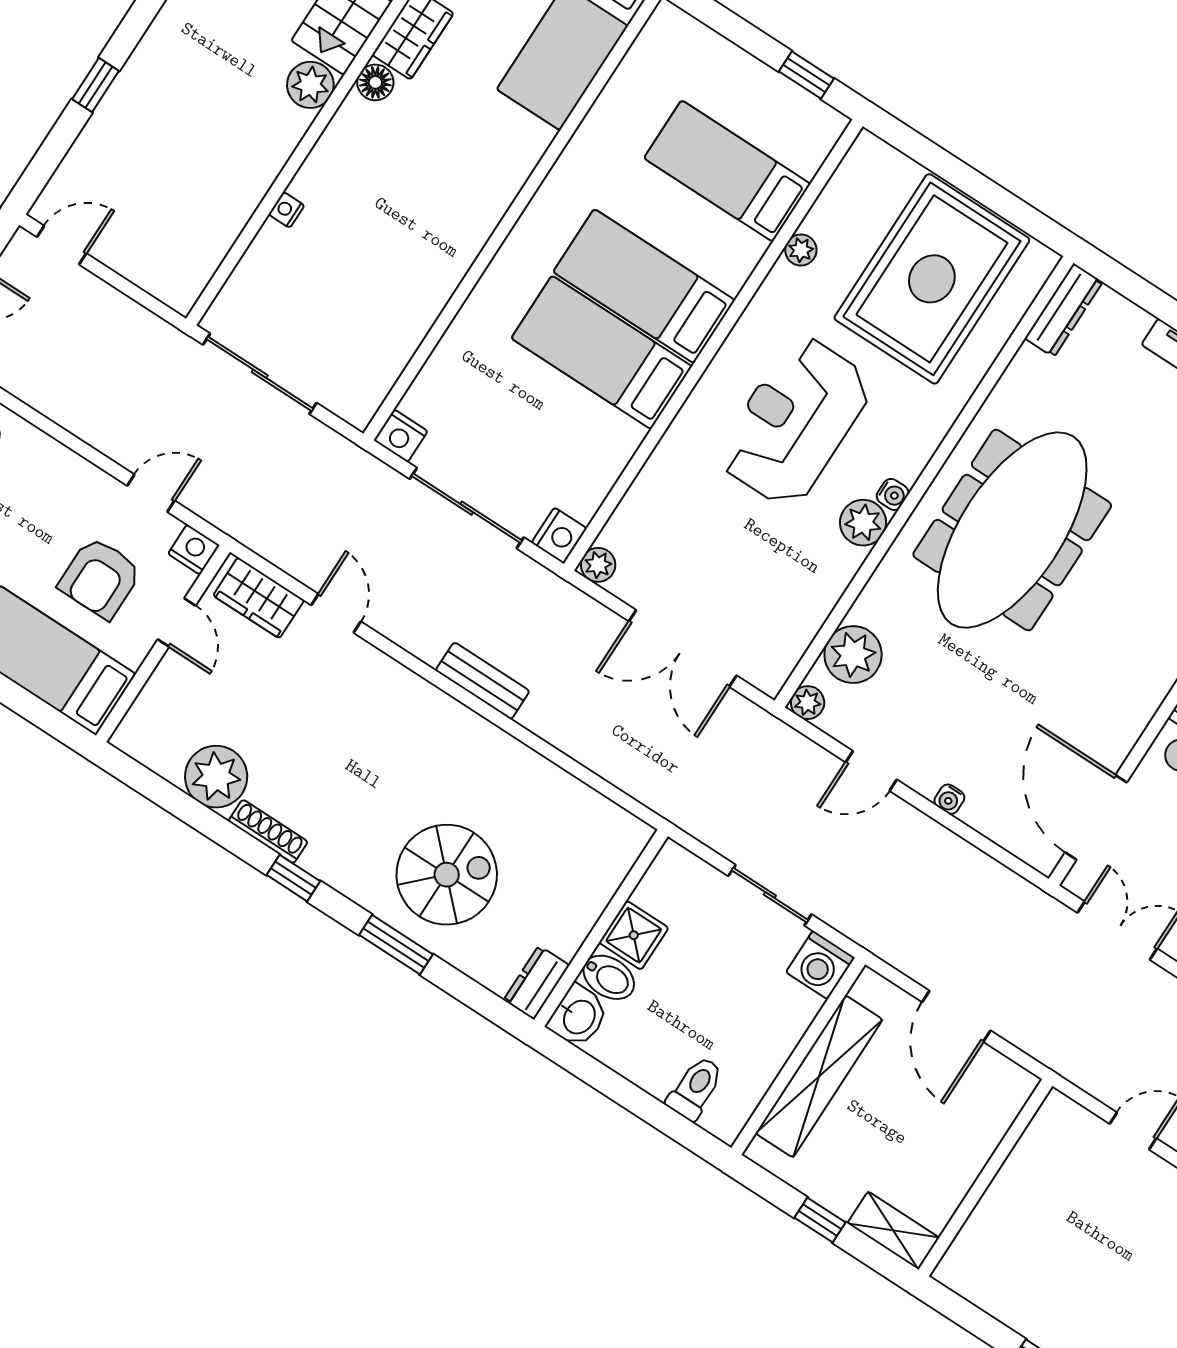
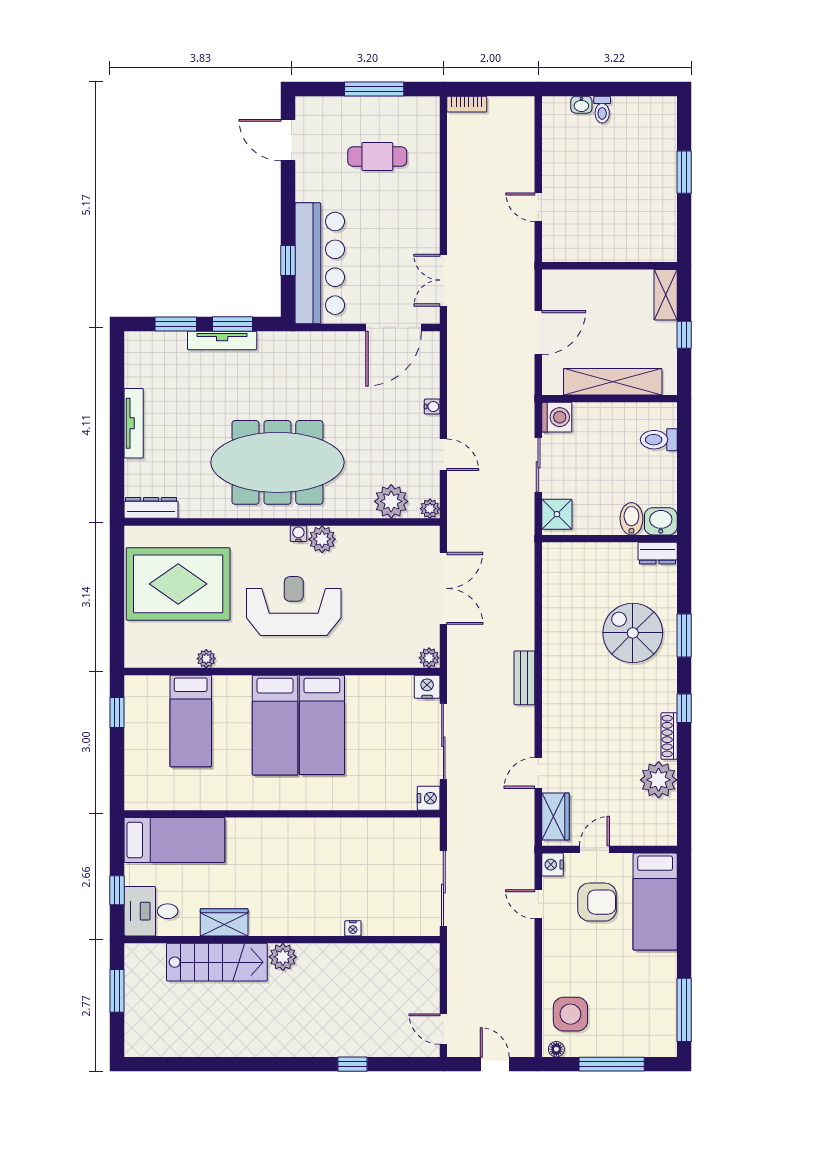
floor lamp: (375, 82) -> (260, 925), removed
reception desk: (795, 421) -> (294, 606), turned 180
shower: (634, 935) -> (557, 514), moved

